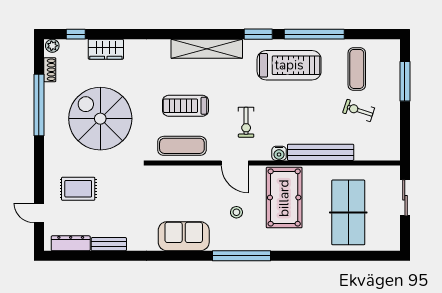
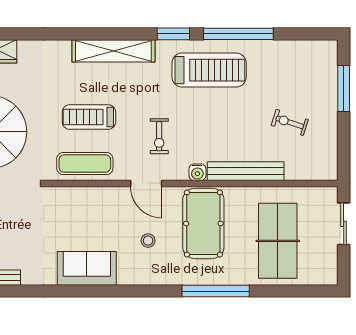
exercise mat: (357, 69) -> (288, 74), removed
window: (242, 256) -> (216, 291), moved

